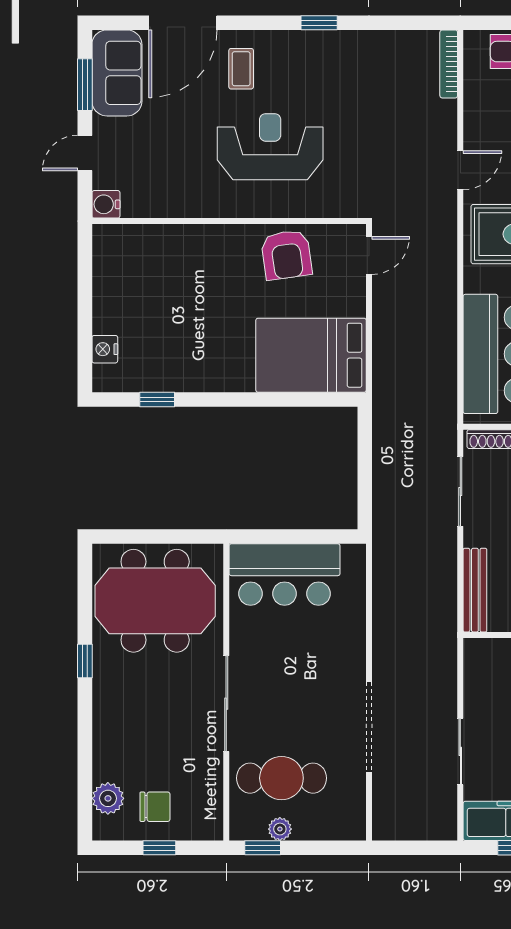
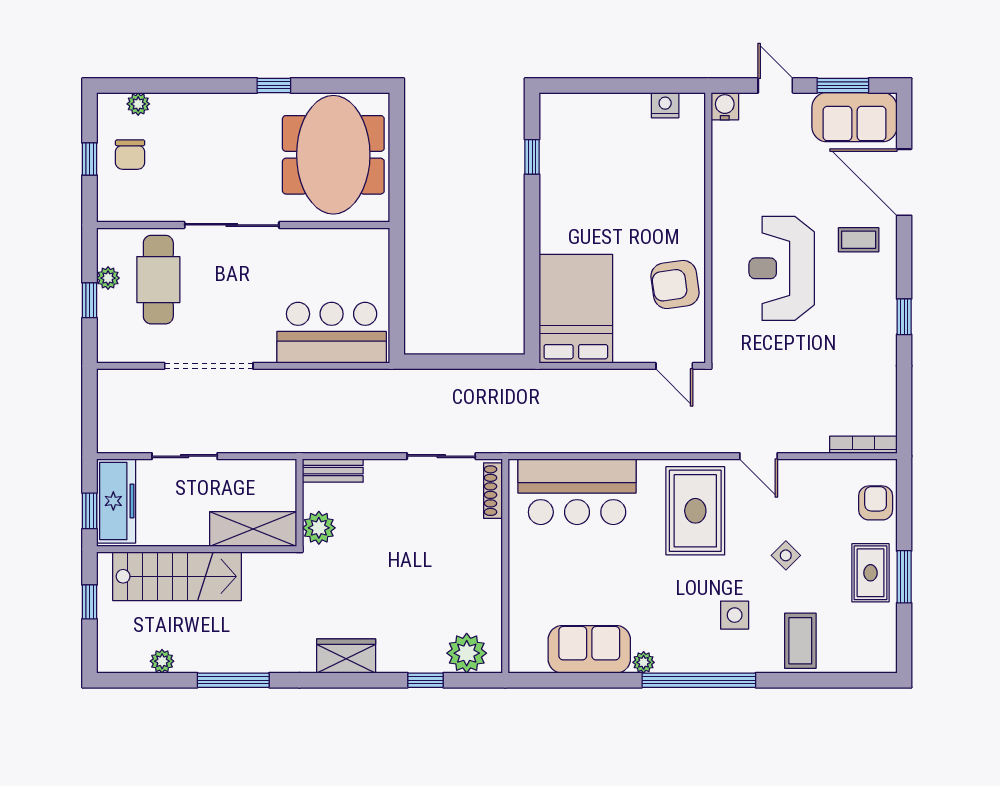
reception desk: (270, 147) -> (782, 268), turned 180
nightstand: (105, 349) -> (665, 105), moved
bar counter: (285, 575) -> (332, 333), moved, turned 90
bench: (475, 590) -> (333, 471), width x0.73
plant: (108, 798) -> (138, 104), width x0.73, depth x0.73
window: (263, 848) -> (89, 300), moved

